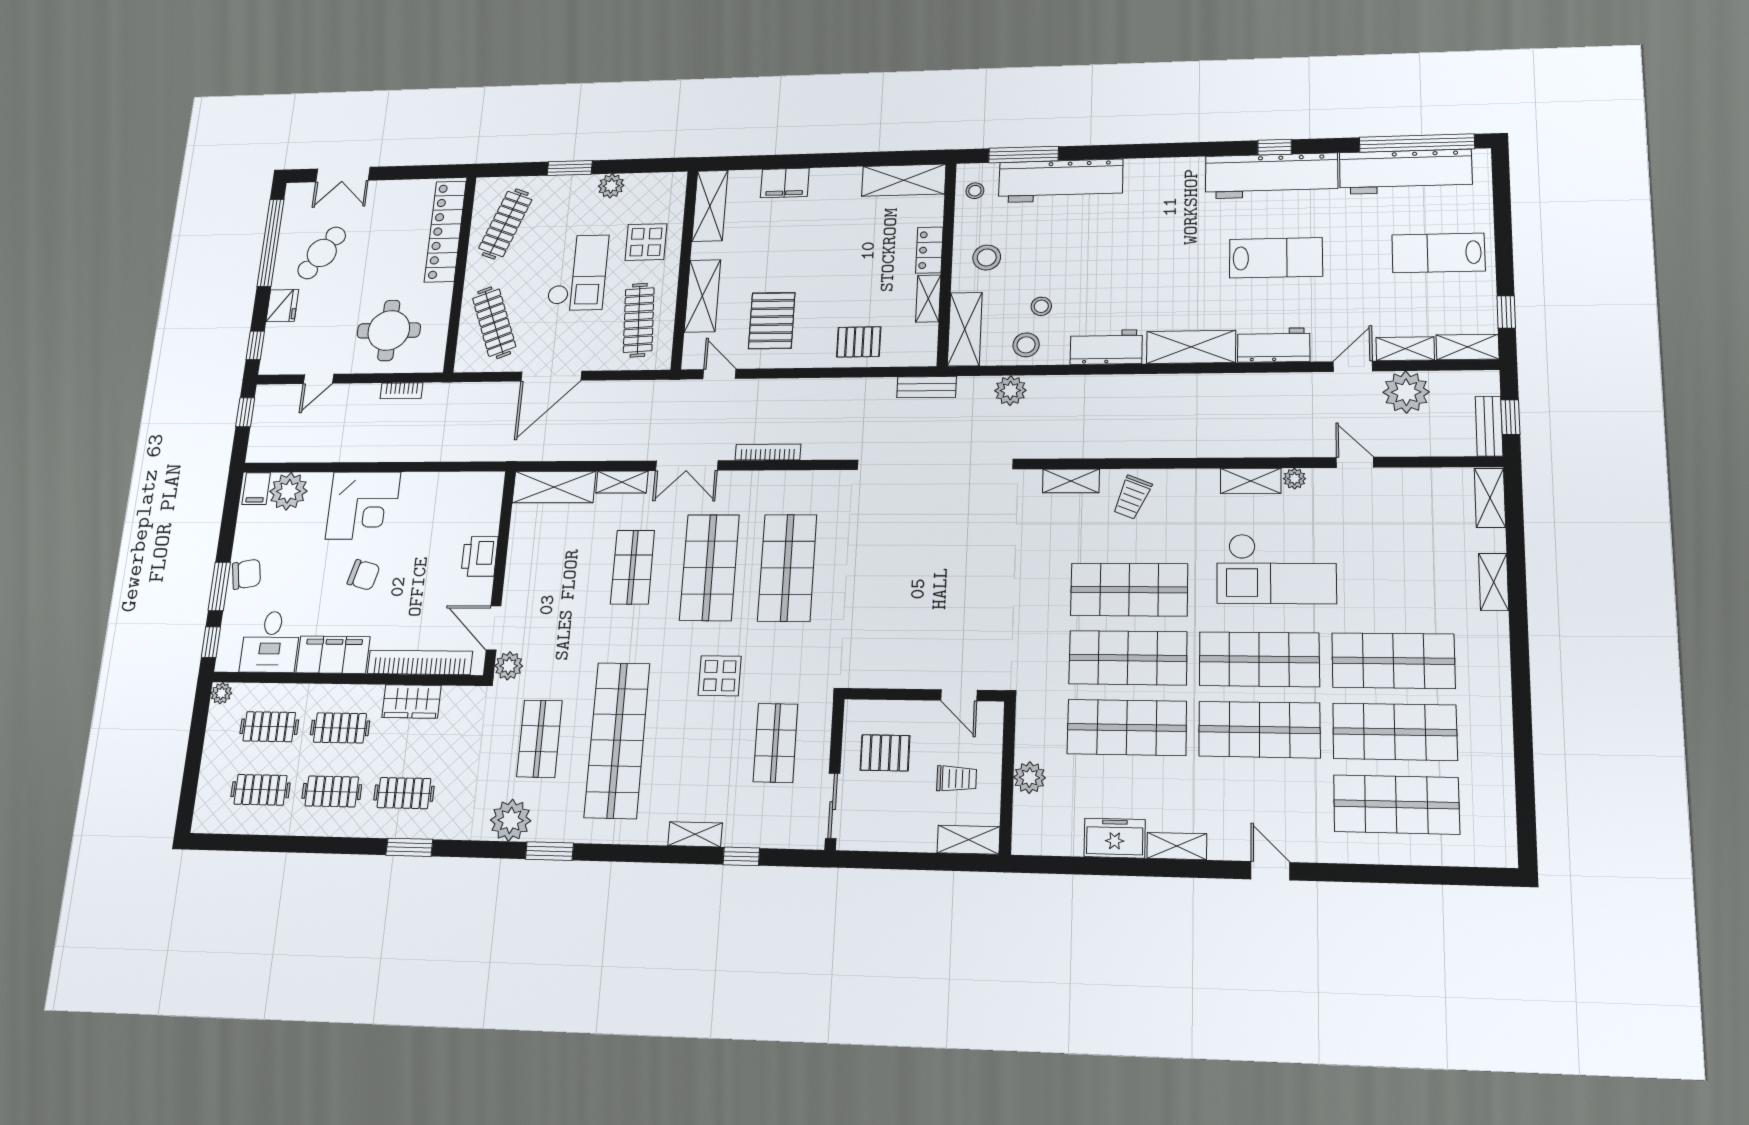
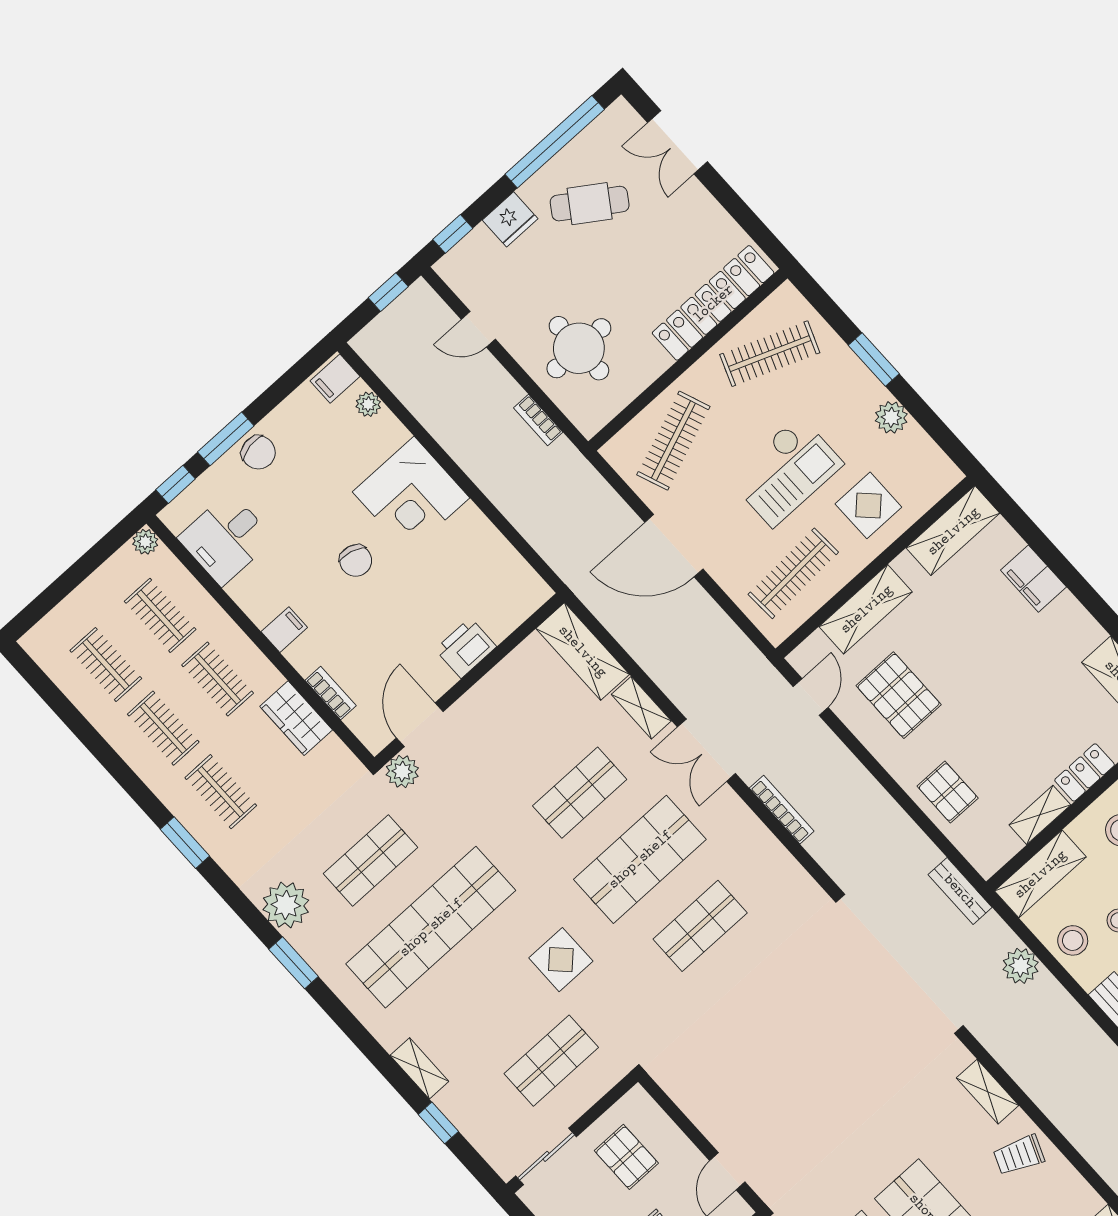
pallet: (772, 321) -> (899, 695), turned 90
plant: (288, 491) -> (368, 404), width x0.53, depth x0.53
shop shelf: (787, 568) -> (700, 926), width x0.70, depth x0.74
filing cabinet: (333, 655) -> (284, 630), width x0.33, depth x0.86
bookcase: (420, 662) -> (331, 693), width x0.43, depth x0.76

